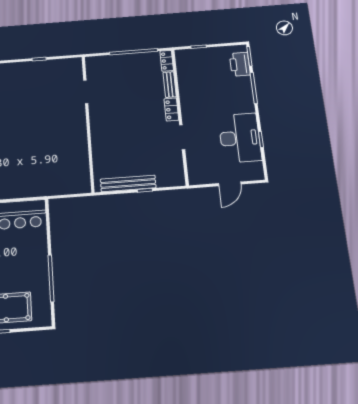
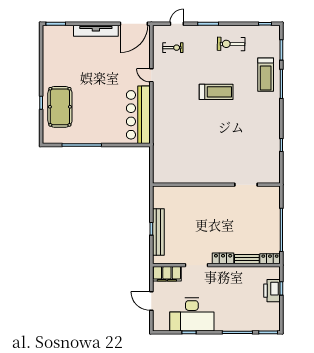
printer: (240, 64) -> (272, 291), moved, turned -90
filing cabinet: (196, 169) -> (167, 274), added
bench: (128, 183) -> (158, 232), moved

